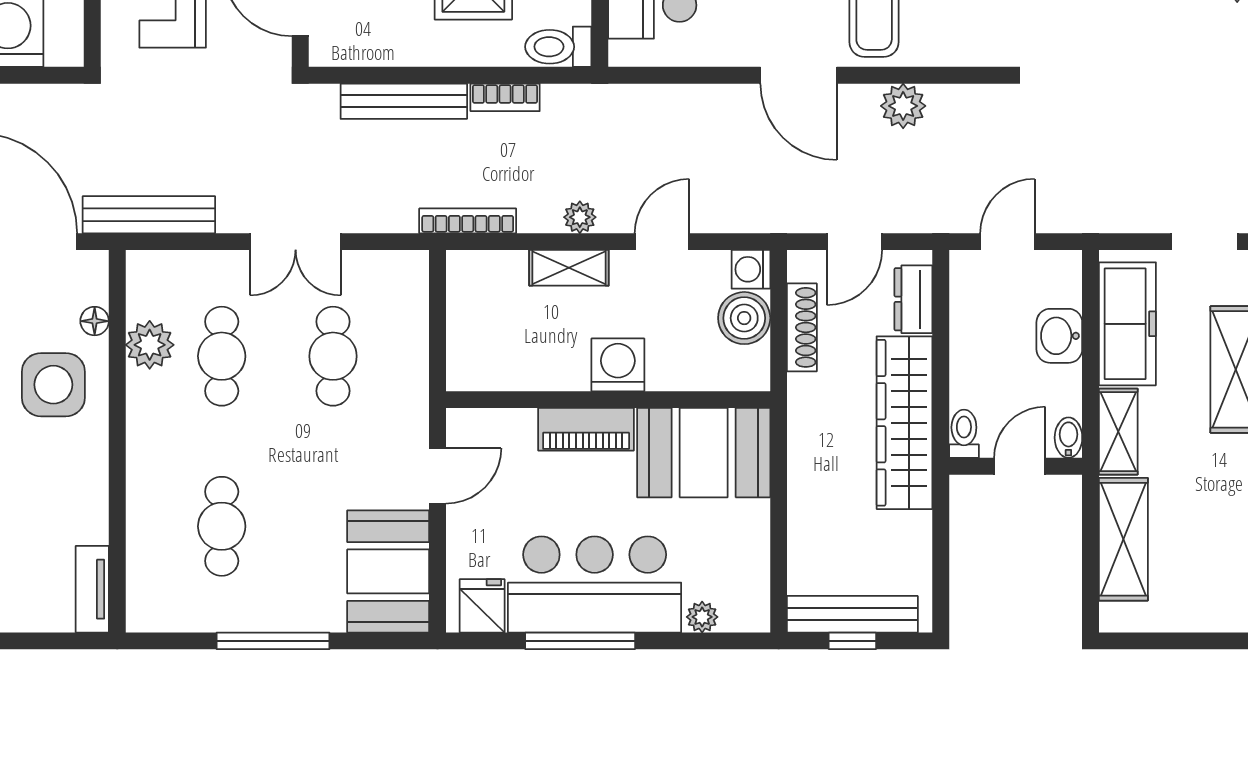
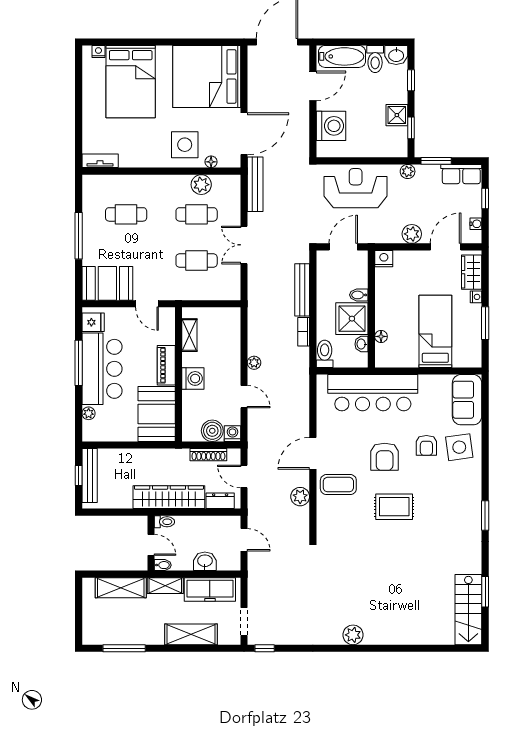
bookcase: (468, 221) -> (253, 316), removed
shelving: (569, 268) -> (189, 335), moved

